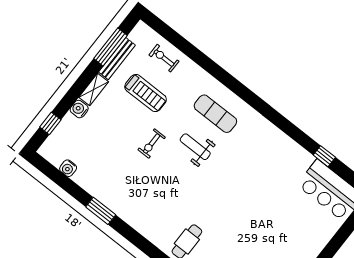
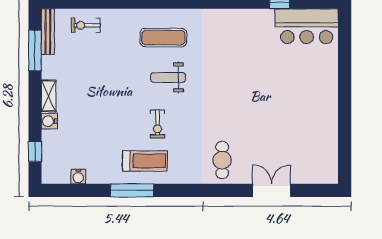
bench: (117, 59) -> (48, 32), moved
treadmill: (146, 93) -> (145, 161), moved
exercise bike: (152, 144) -> (158, 124), moved
window: (101, 211) -> (132, 190), width x1.44

